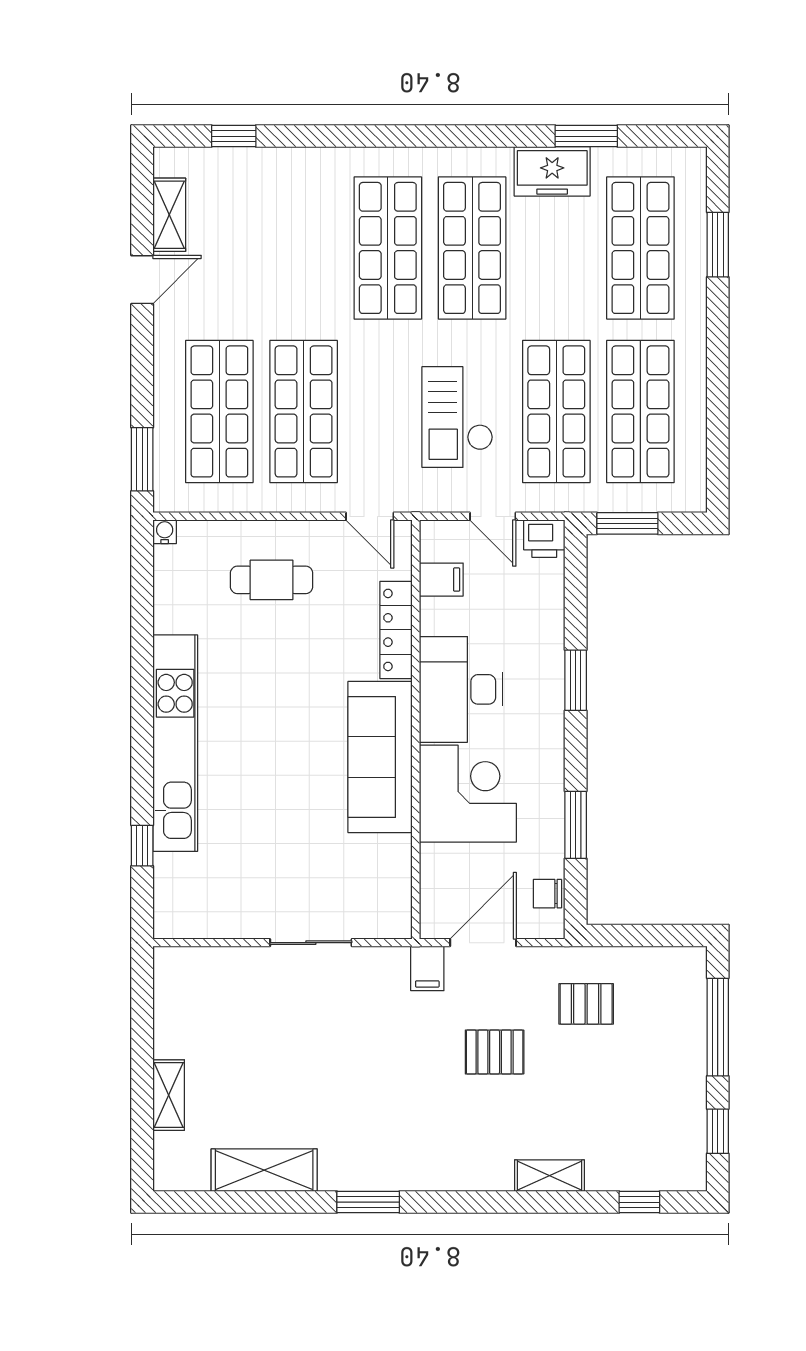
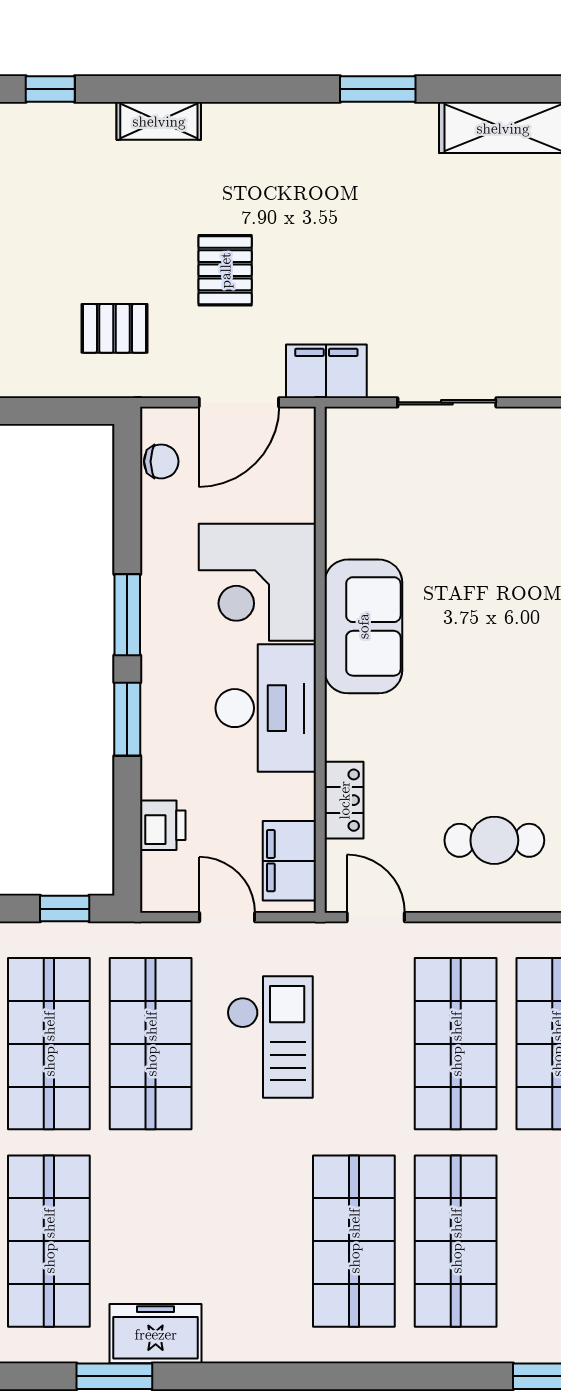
shop shelf: (472, 248) -> (456, 1241), moved
window: (627, 523) -> (65, 909), width x0.67
printer: (544, 539) -> (163, 825), moved, turned 90
filing cabinet: (441, 580) -> (289, 861), width x2.00
locker: (396, 630) -> (344, 800), width x0.66
sofa: (380, 757) -> (363, 626), width x0.73
window: (576, 825) -> (127, 615), moved
filing cabinet: (427, 968) -> (326, 371), width x2.00
pallet: (495, 1052) -> (225, 270), turned 90

